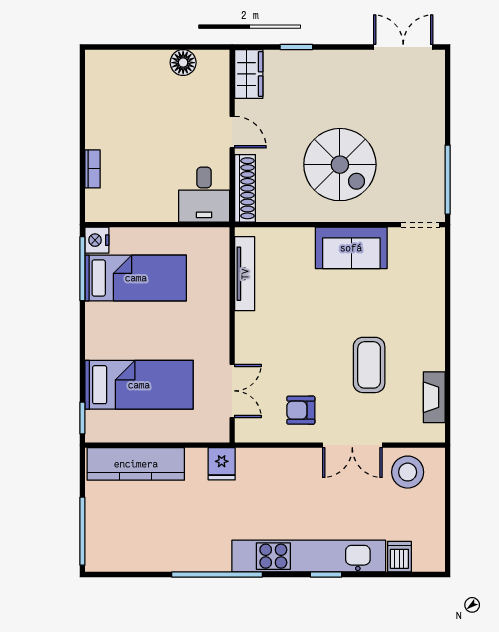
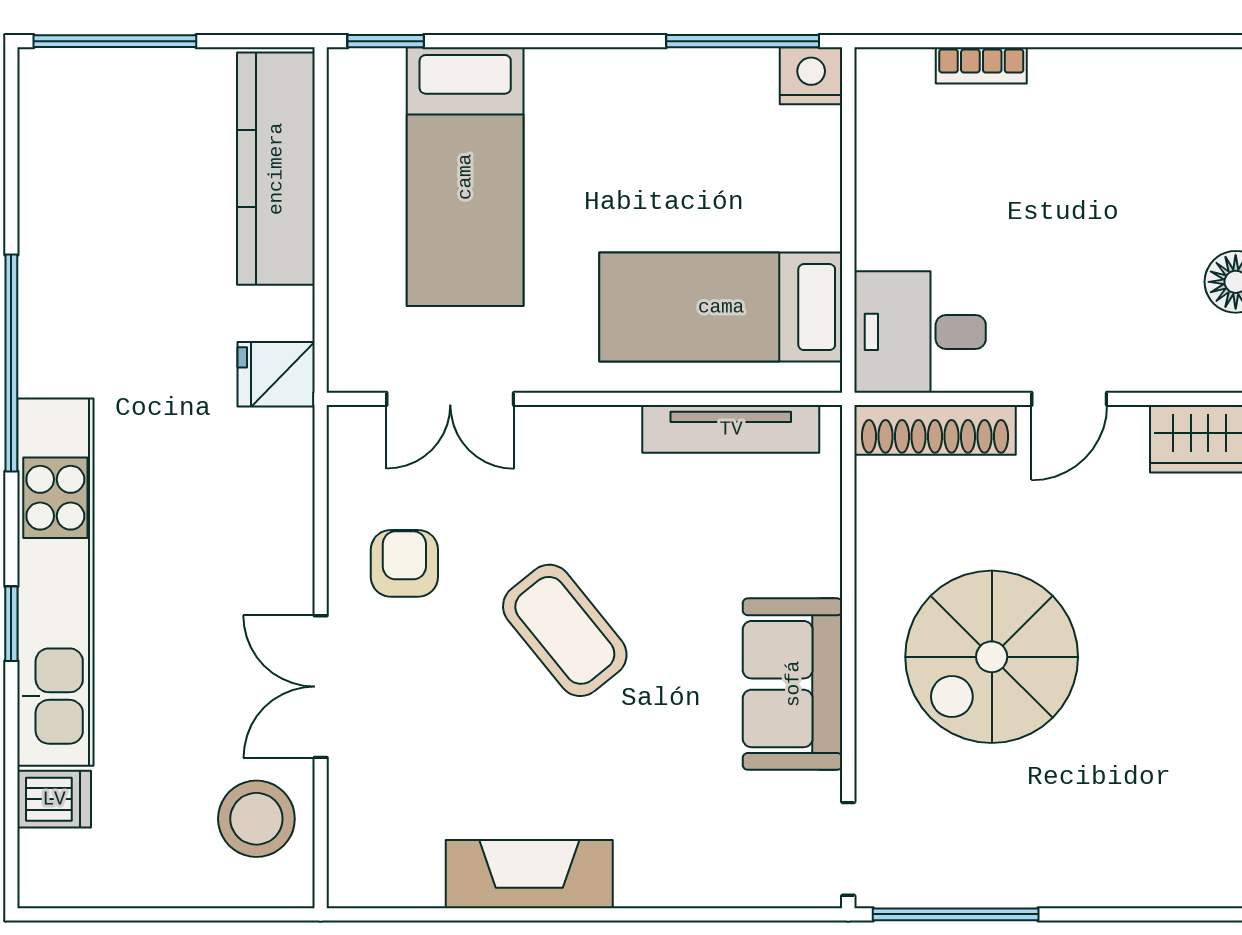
bed: (136, 278) -> (721, 307), moved, turned 90
coffee table: (369, 365) -> (565, 630), moved, turned 51
fireplace: (434, 397) -> (529, 874), moved, width x1.37, depth x1.32

